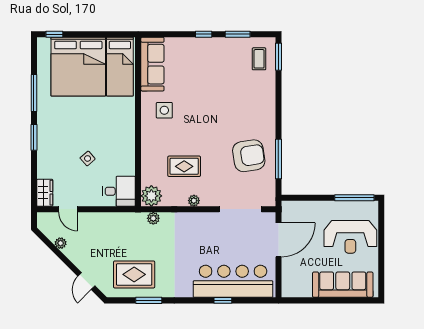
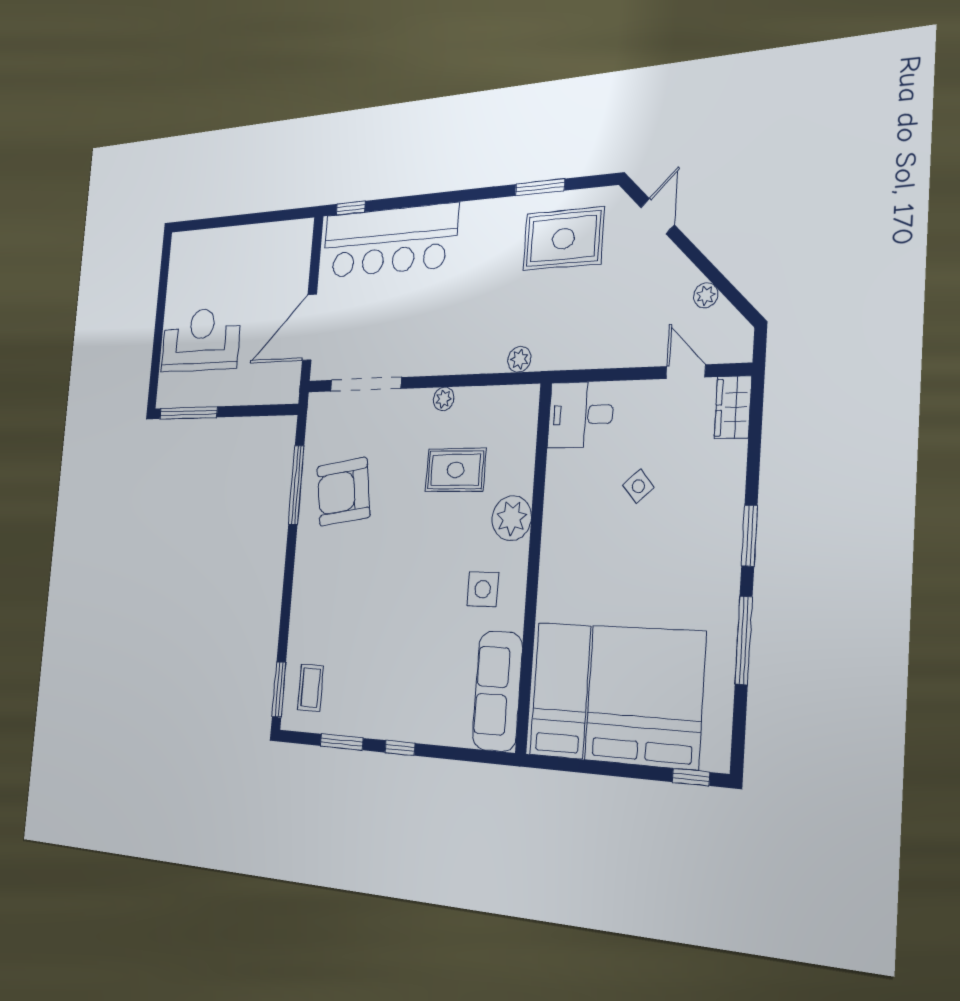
plant: (151, 196) -> (512, 518), moved
sofa: (343, 285) -> (220, 251), removed
window: (223, 300) -> (351, 208), moved

